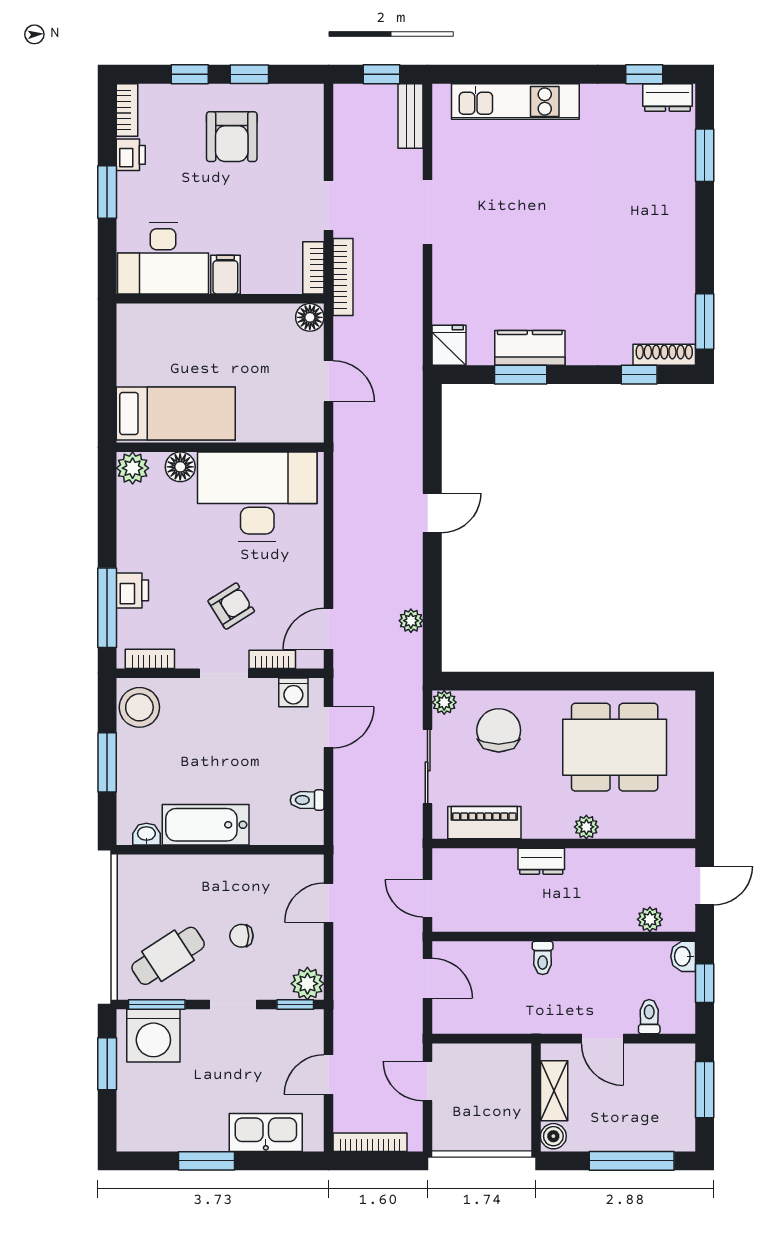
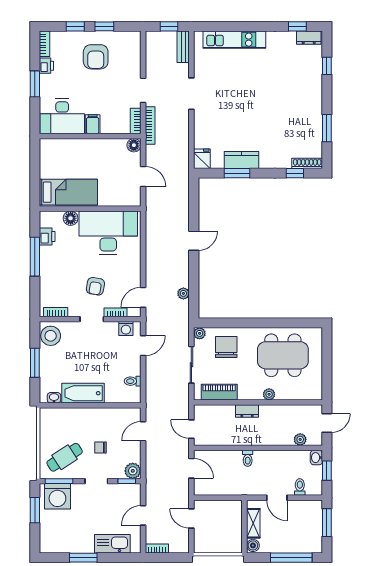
window: (705, 155) -> (327, 66), width x0.67
window: (705, 321) -> (327, 128), moved
plant: (133, 468) -> (47, 219), removed
printer: (132, 590) -> (47, 237), moved
armchair: (231, 606) -> (95, 286), turned 132
window: (107, 608) -> (35, 257), moved
bookcase: (370, 1142) -> (157, 548), width x0.64

